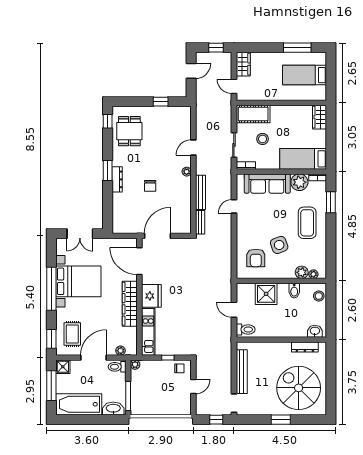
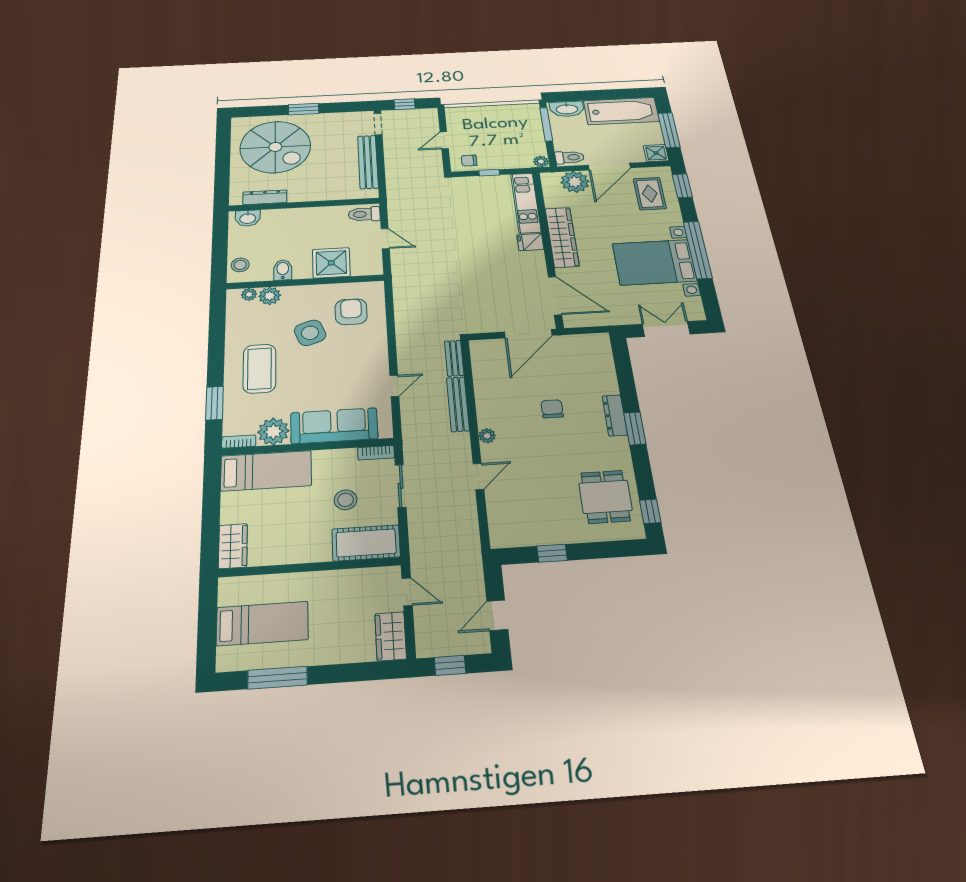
fridge: (151, 296) -> (530, 242), width x0.53, depth x0.75
plant: (121, 351) -> (575, 182), width x1.88, depth x1.88

